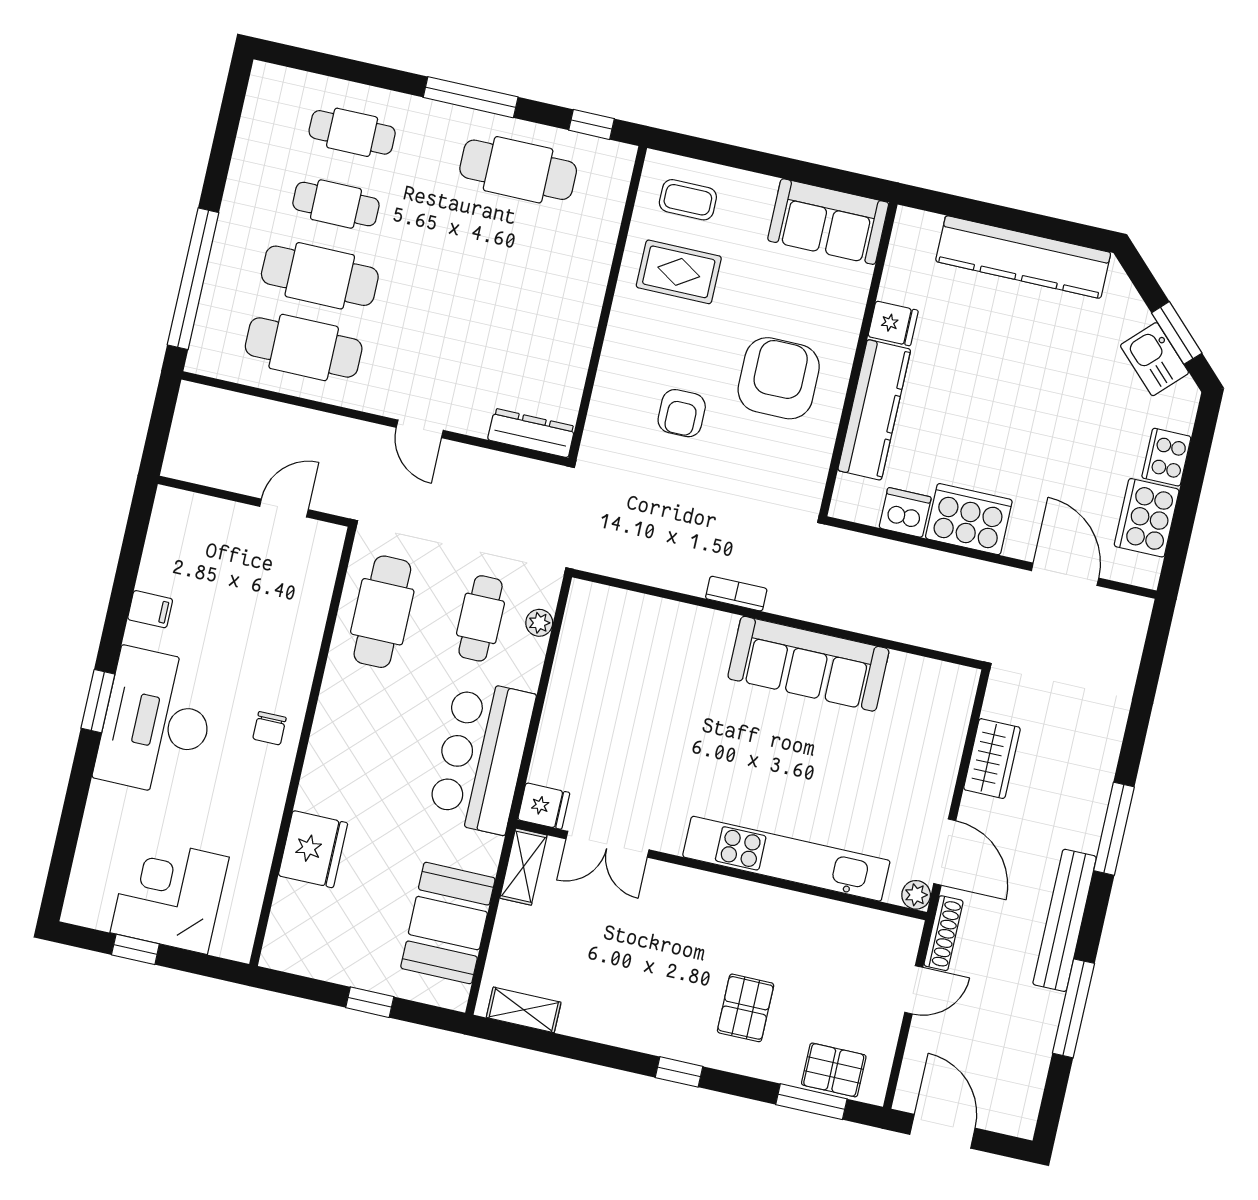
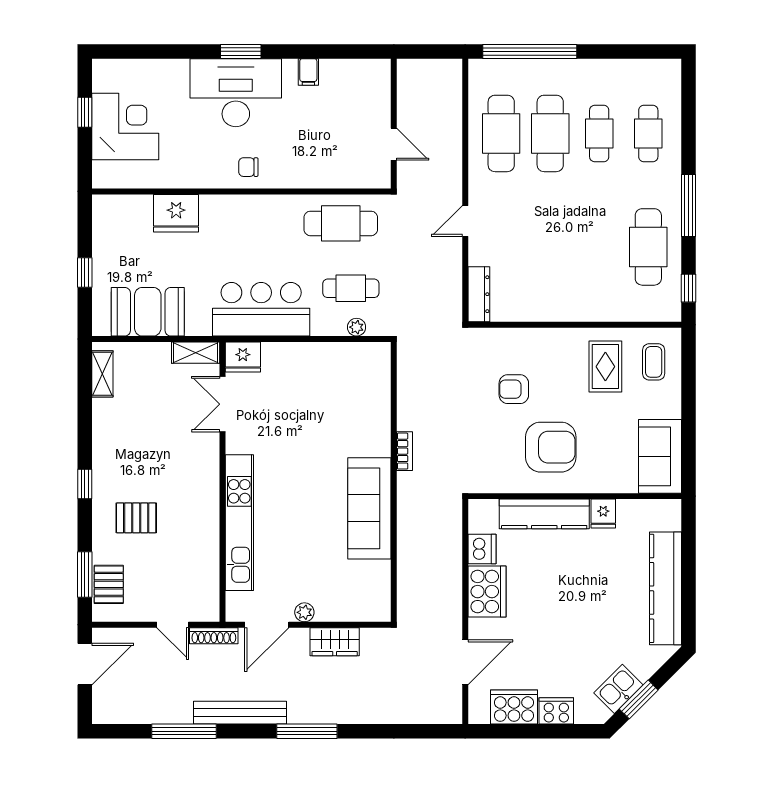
fridge: (544, 806) -> (243, 357), width x1.38
plant: (916, 895) -> (304, 612), moved

